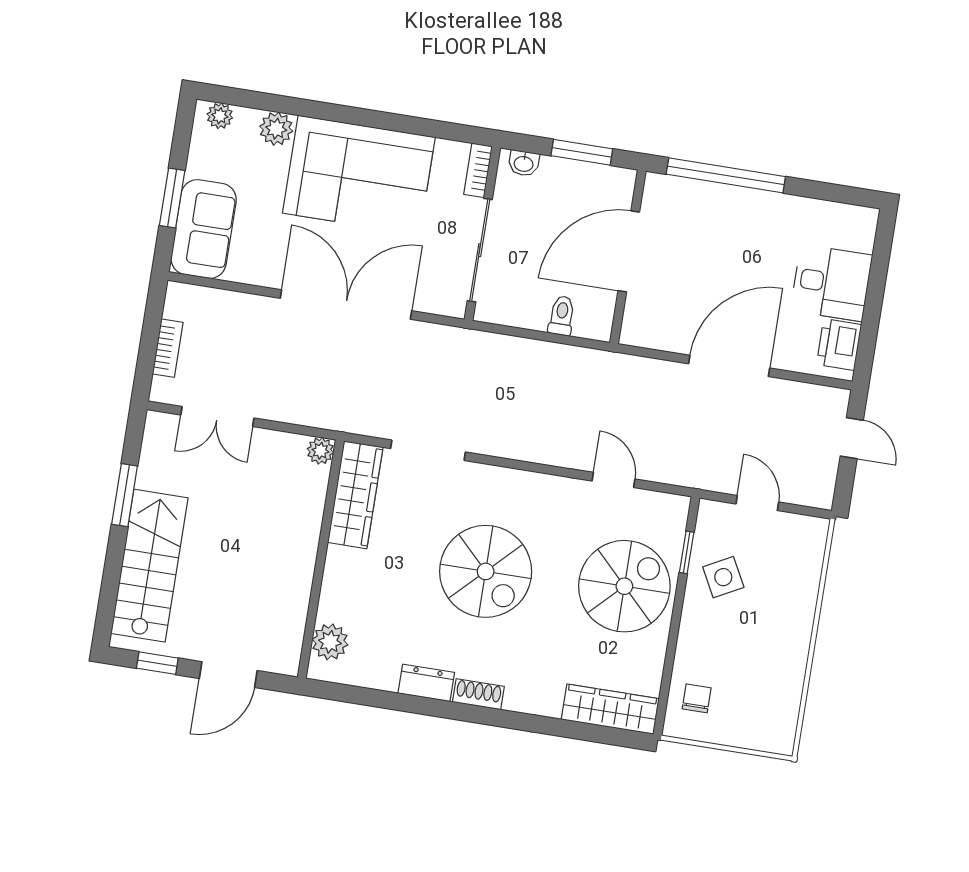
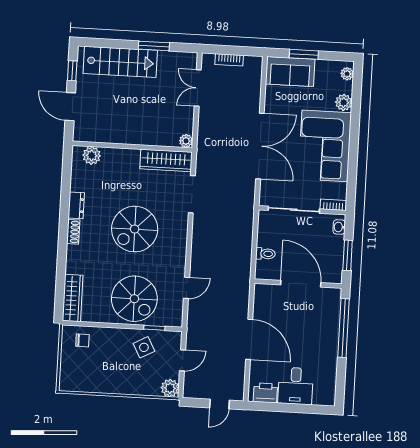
plant: (810, 534) -> (170, 388), added

